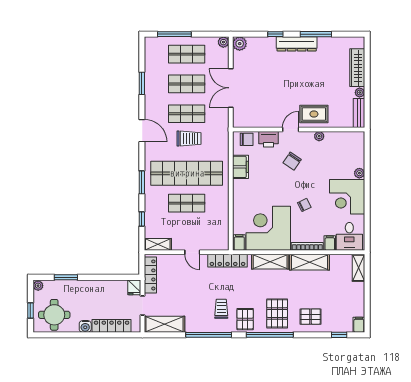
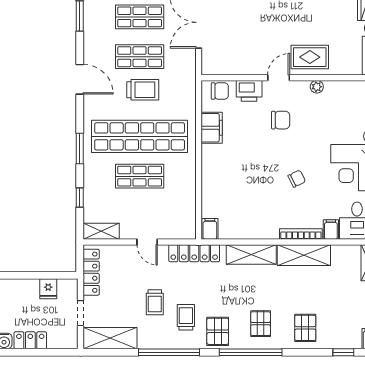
chair: (292, 161) -> (281, 120), turned -124
corner desk: (268, 228) -> (249, 210), removed
fridge: (134, 287) -> (48, 289), moved
trolley: (198, 297) -> (155, 302), added
pallet: (277, 313) -> (261, 324), width x0.67, depth x0.71
pallet: (311, 317) -> (305, 328), turned 90
locker: (112, 326) -> (30, 340), width x0.66

